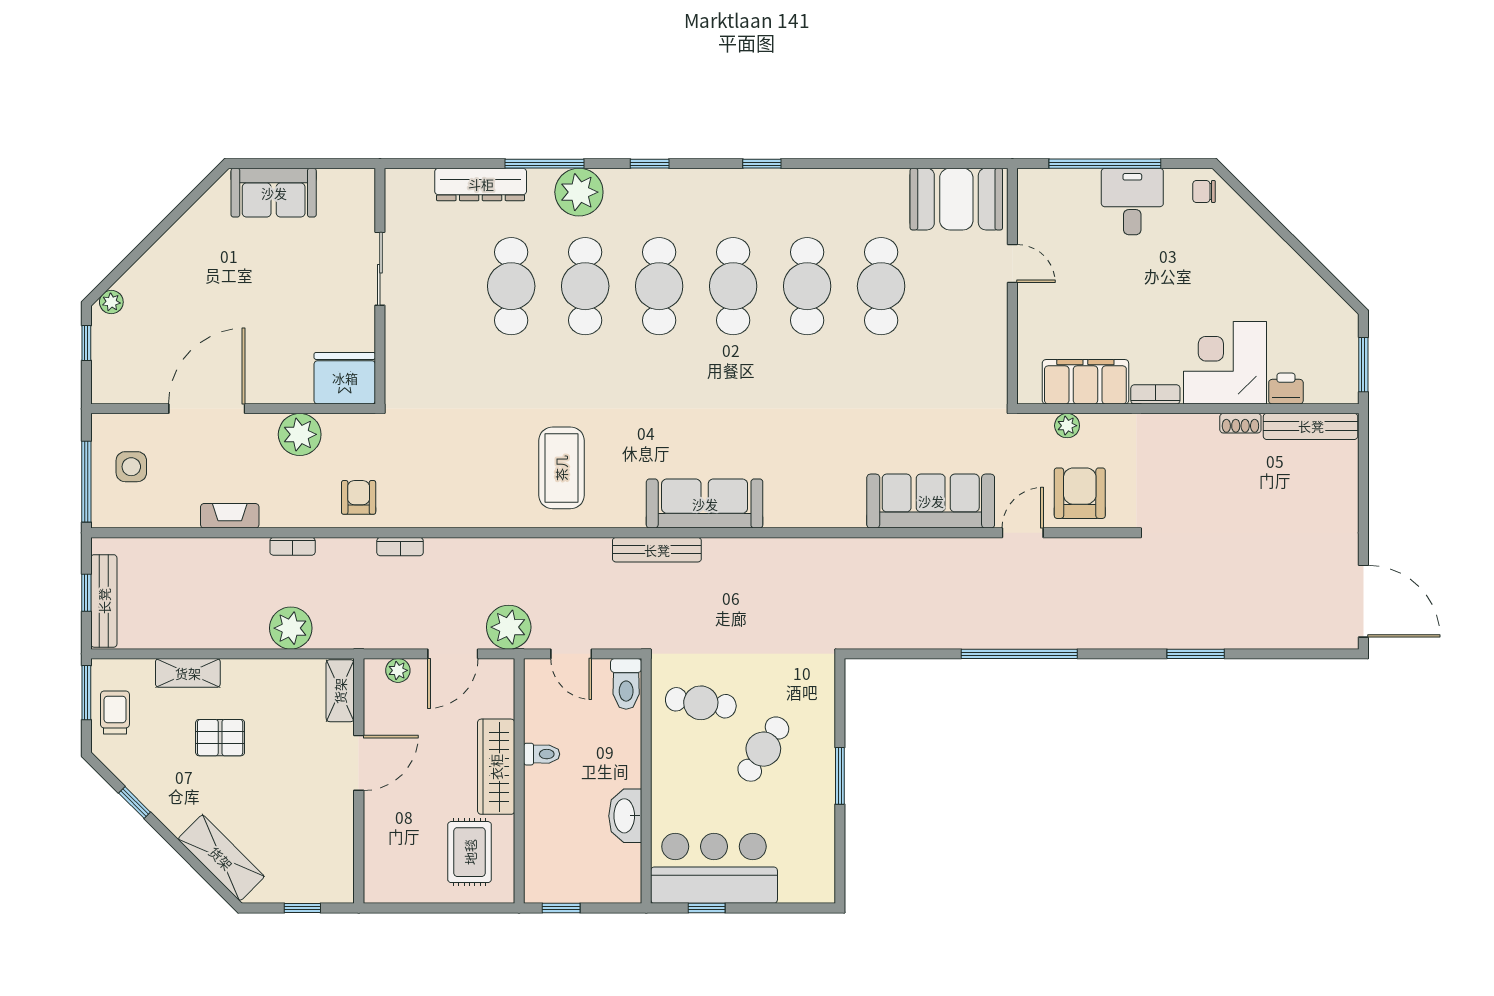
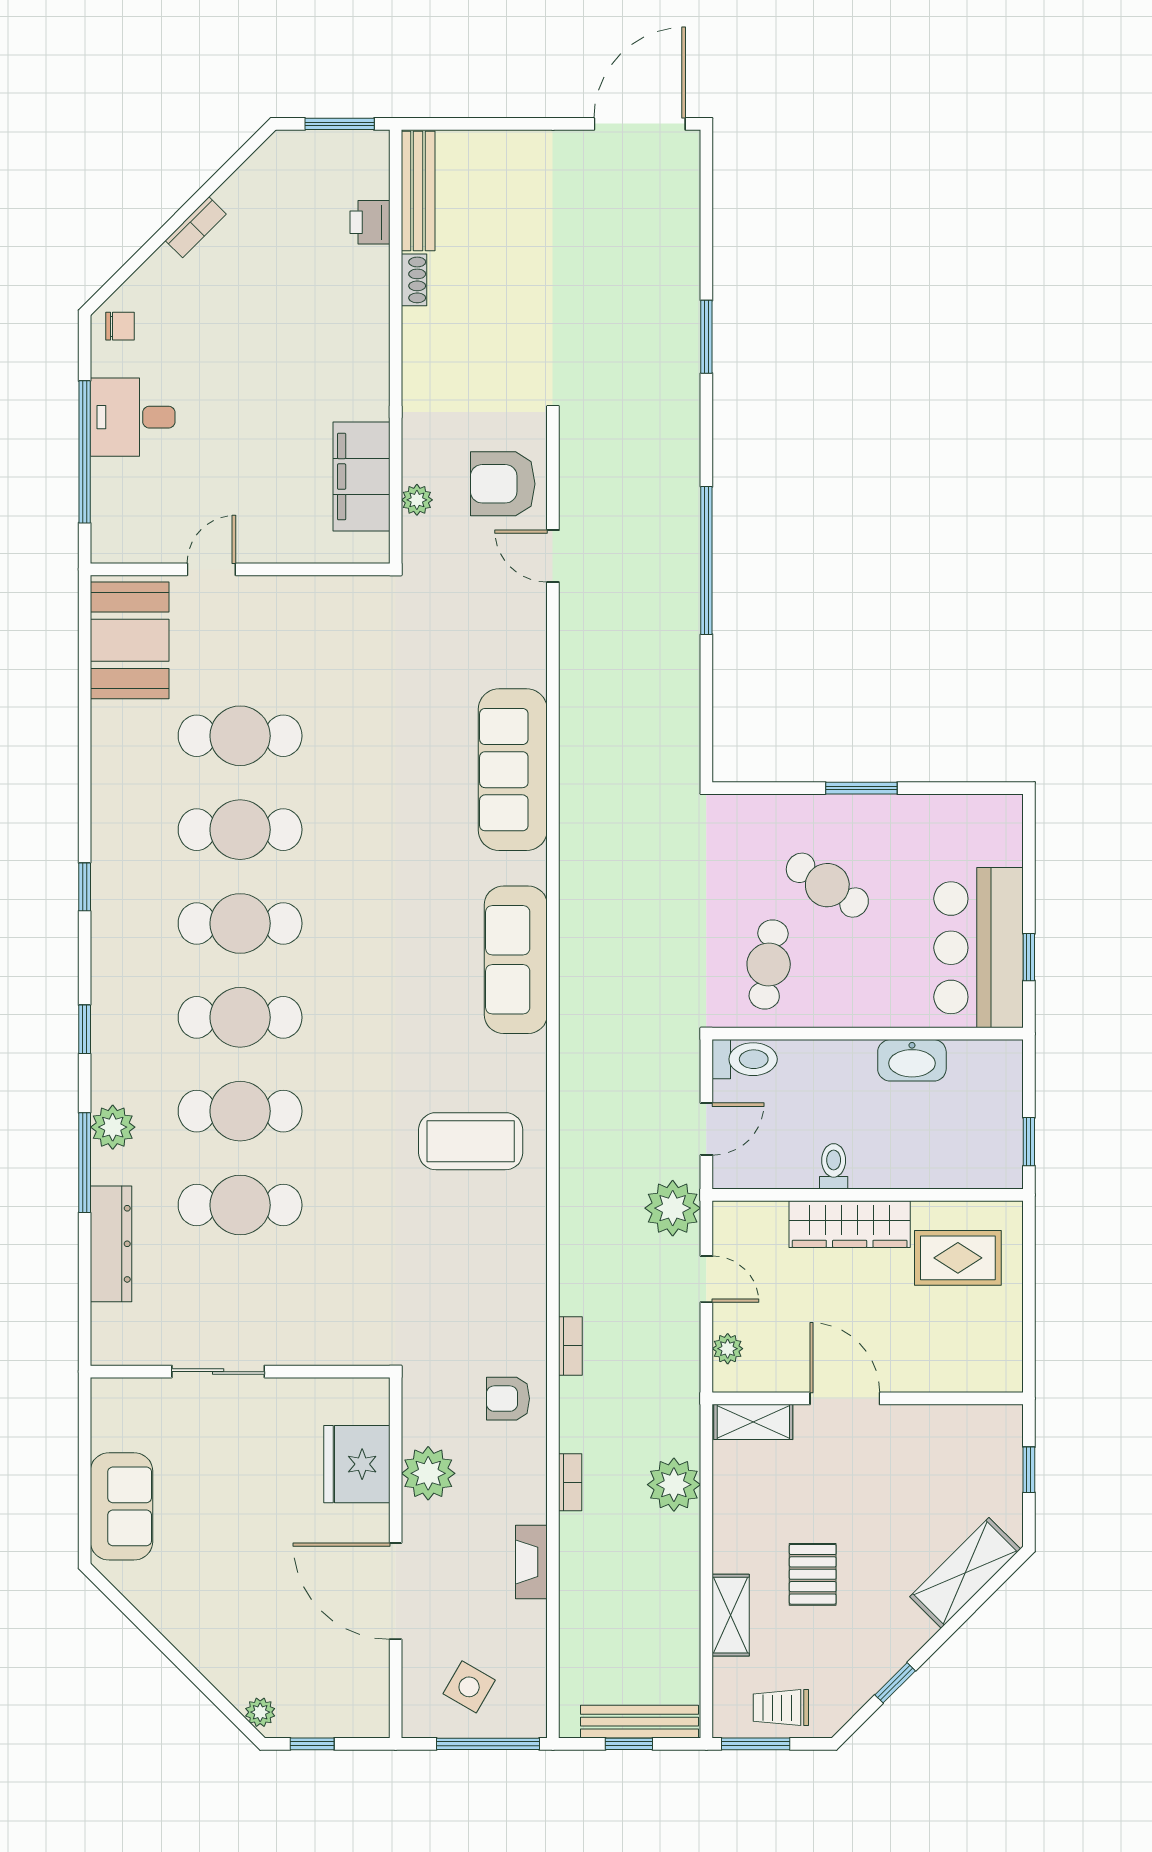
chair: (1204, 191) -> (120, 326), turned -90
plant: (579, 192) -> (113, 1127), width x0.73, depth x0.73
corner desk: (1225, 363) -> (337, 300), removed
fridge: (345, 378) -> (357, 1464), moved
bookcase: (1155, 394) -> (196, 227), moved, turned -135
side table: (131, 467) -> (469, 1687), turned 30
sofa: (931, 501) -> (513, 770), moved
bench: (657, 550) -> (574, 1020), removed
door: (453, 654) -> (706, 1279), width x0.73

